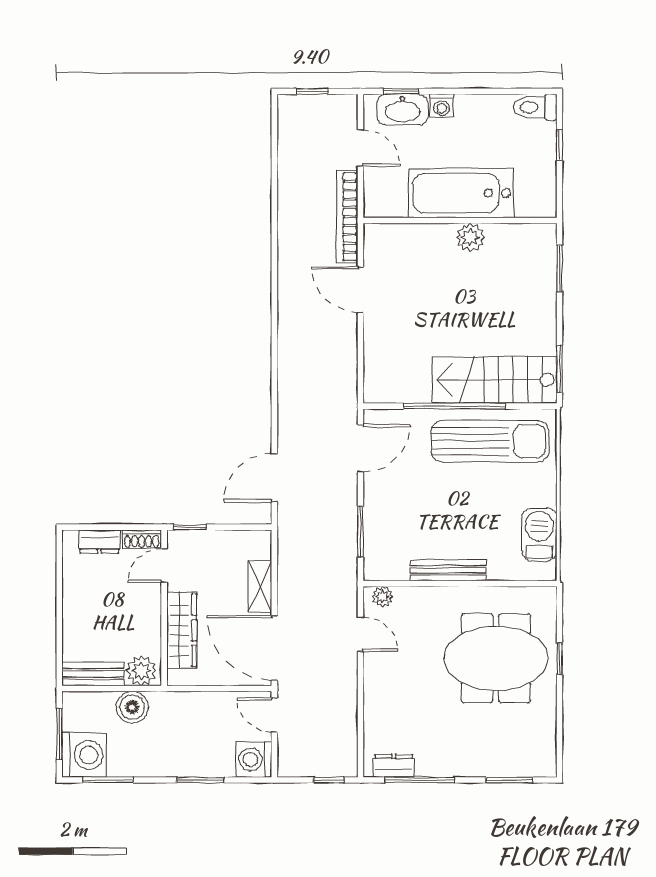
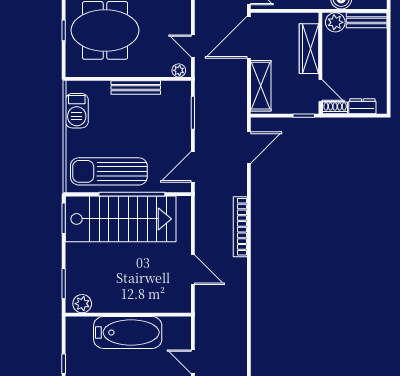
bookcase: (347, 217) -> (240, 227), moved, turned 180
plant: (470, 237) -> (82, 304), moved
stairs: (494, 380) -> (121, 219), width x1.36, depth x1.51
door: (164, 565) -> (320, 91), hinge flipped
shelving: (260, 586) -> (261, 86), width x1.50, depth x1.33
door: (274, 648) -> (249, 37), swing flipped

